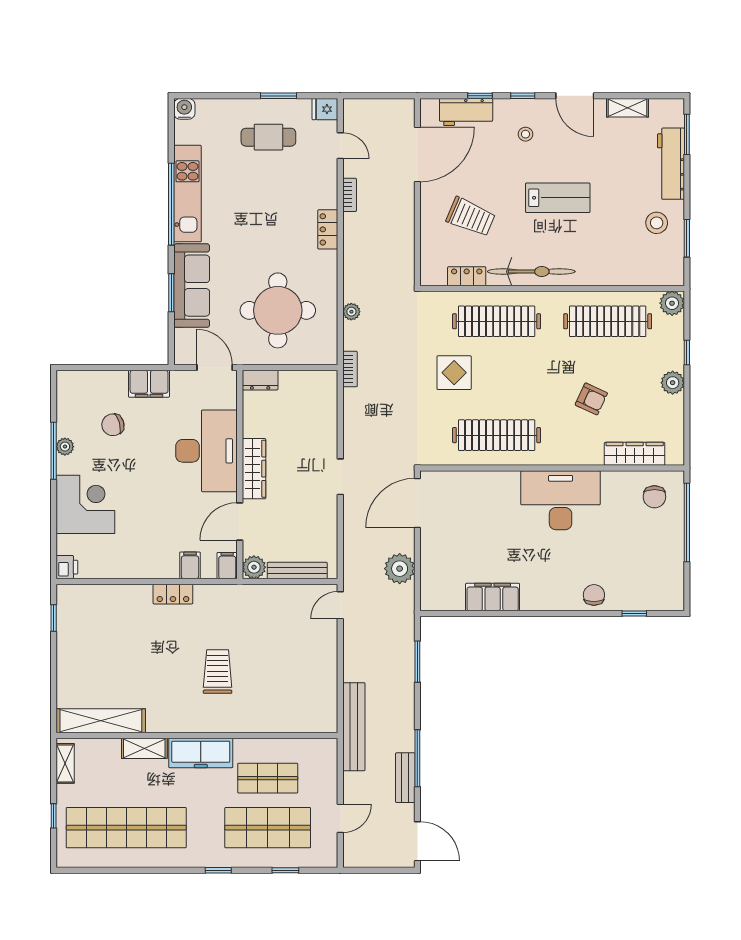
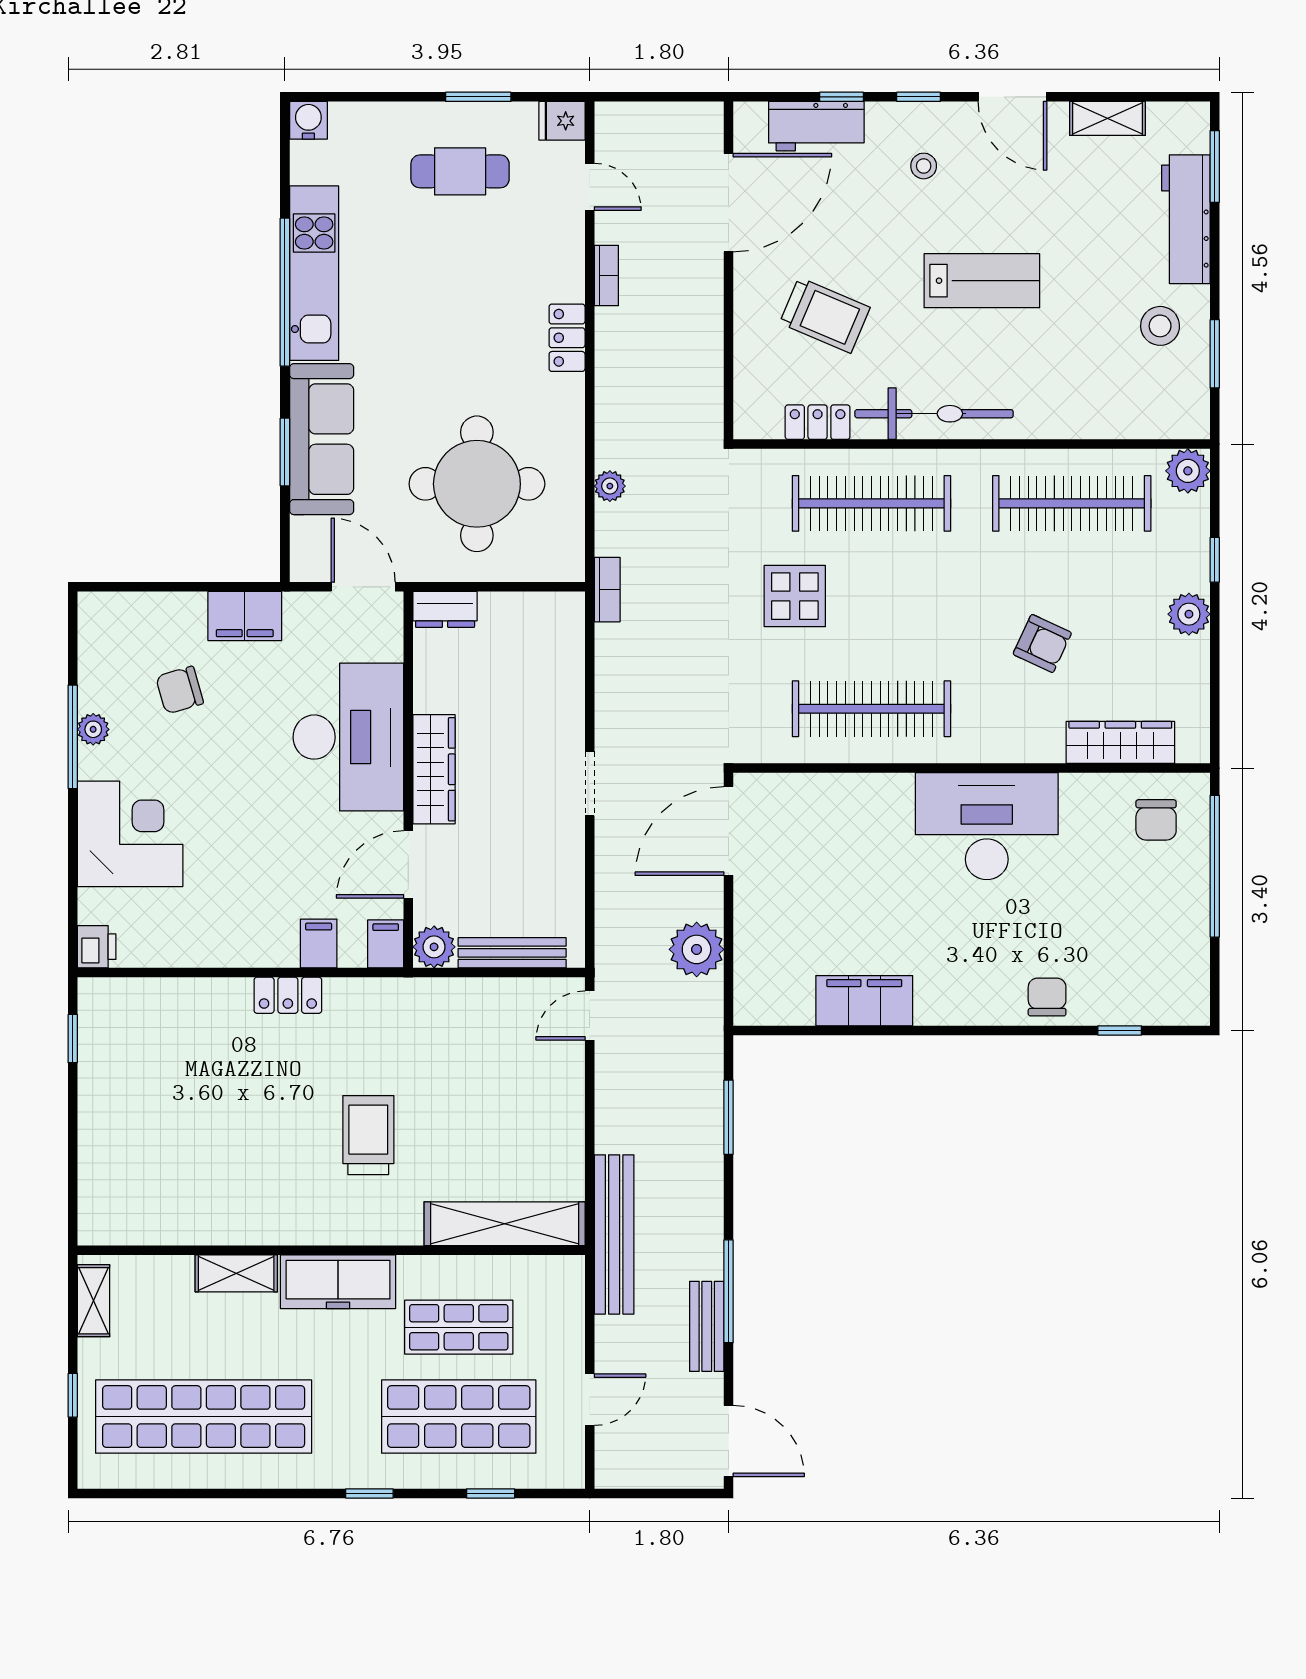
shelving: (101, 721) -> (505, 1224), moved

